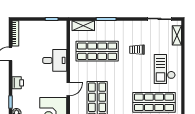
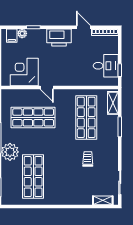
desk: (55, 60) -> (106, 66), moved, turned -90
checkout: (165, 69) -> (68, 188), removed
printer: (18, 83) -> (59, 38), width x1.87, depth x1.48

